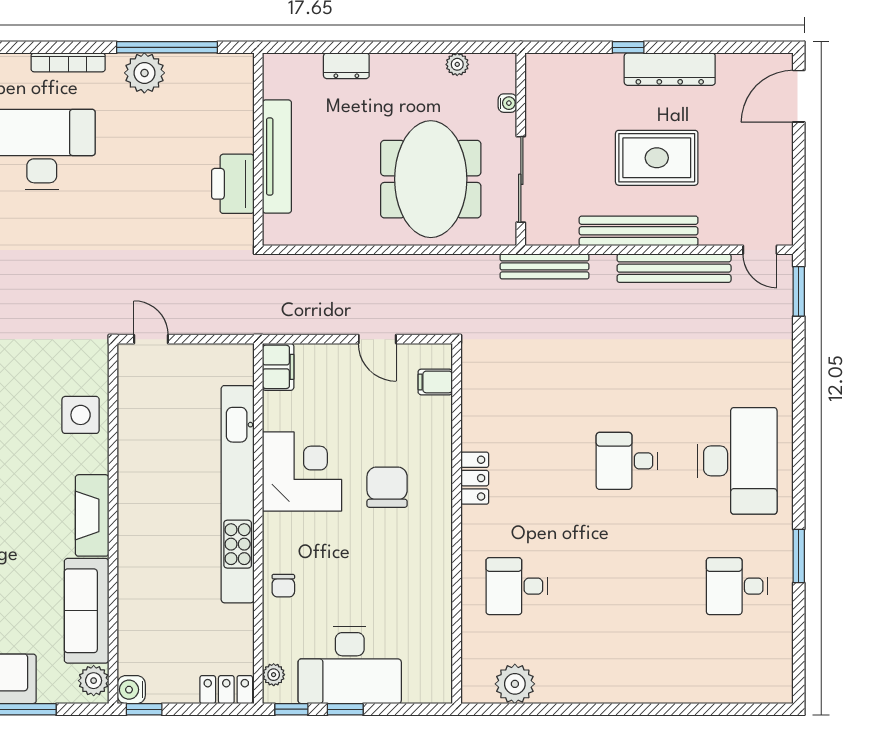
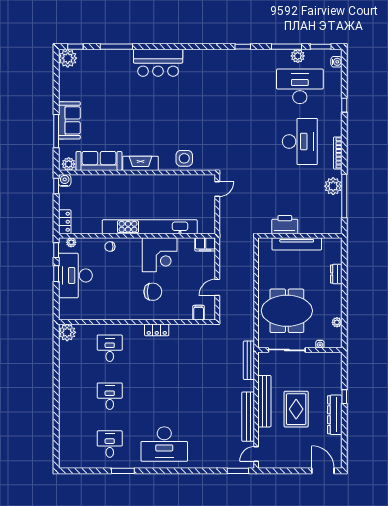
desk: (627, 461) -> (110, 396), moved
plant: (515, 684) -> (67, 332), moved

